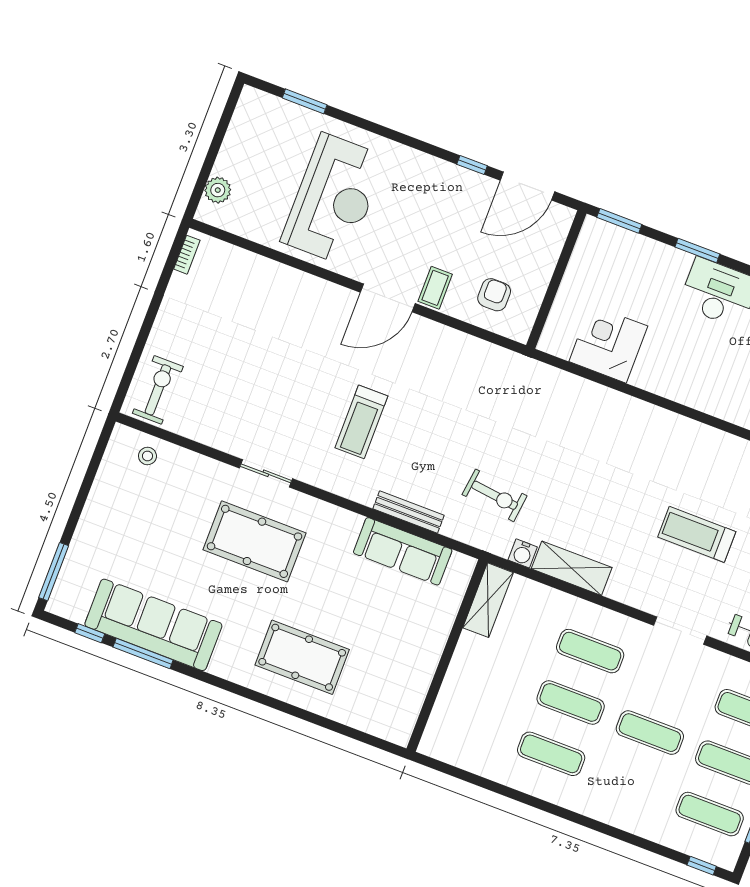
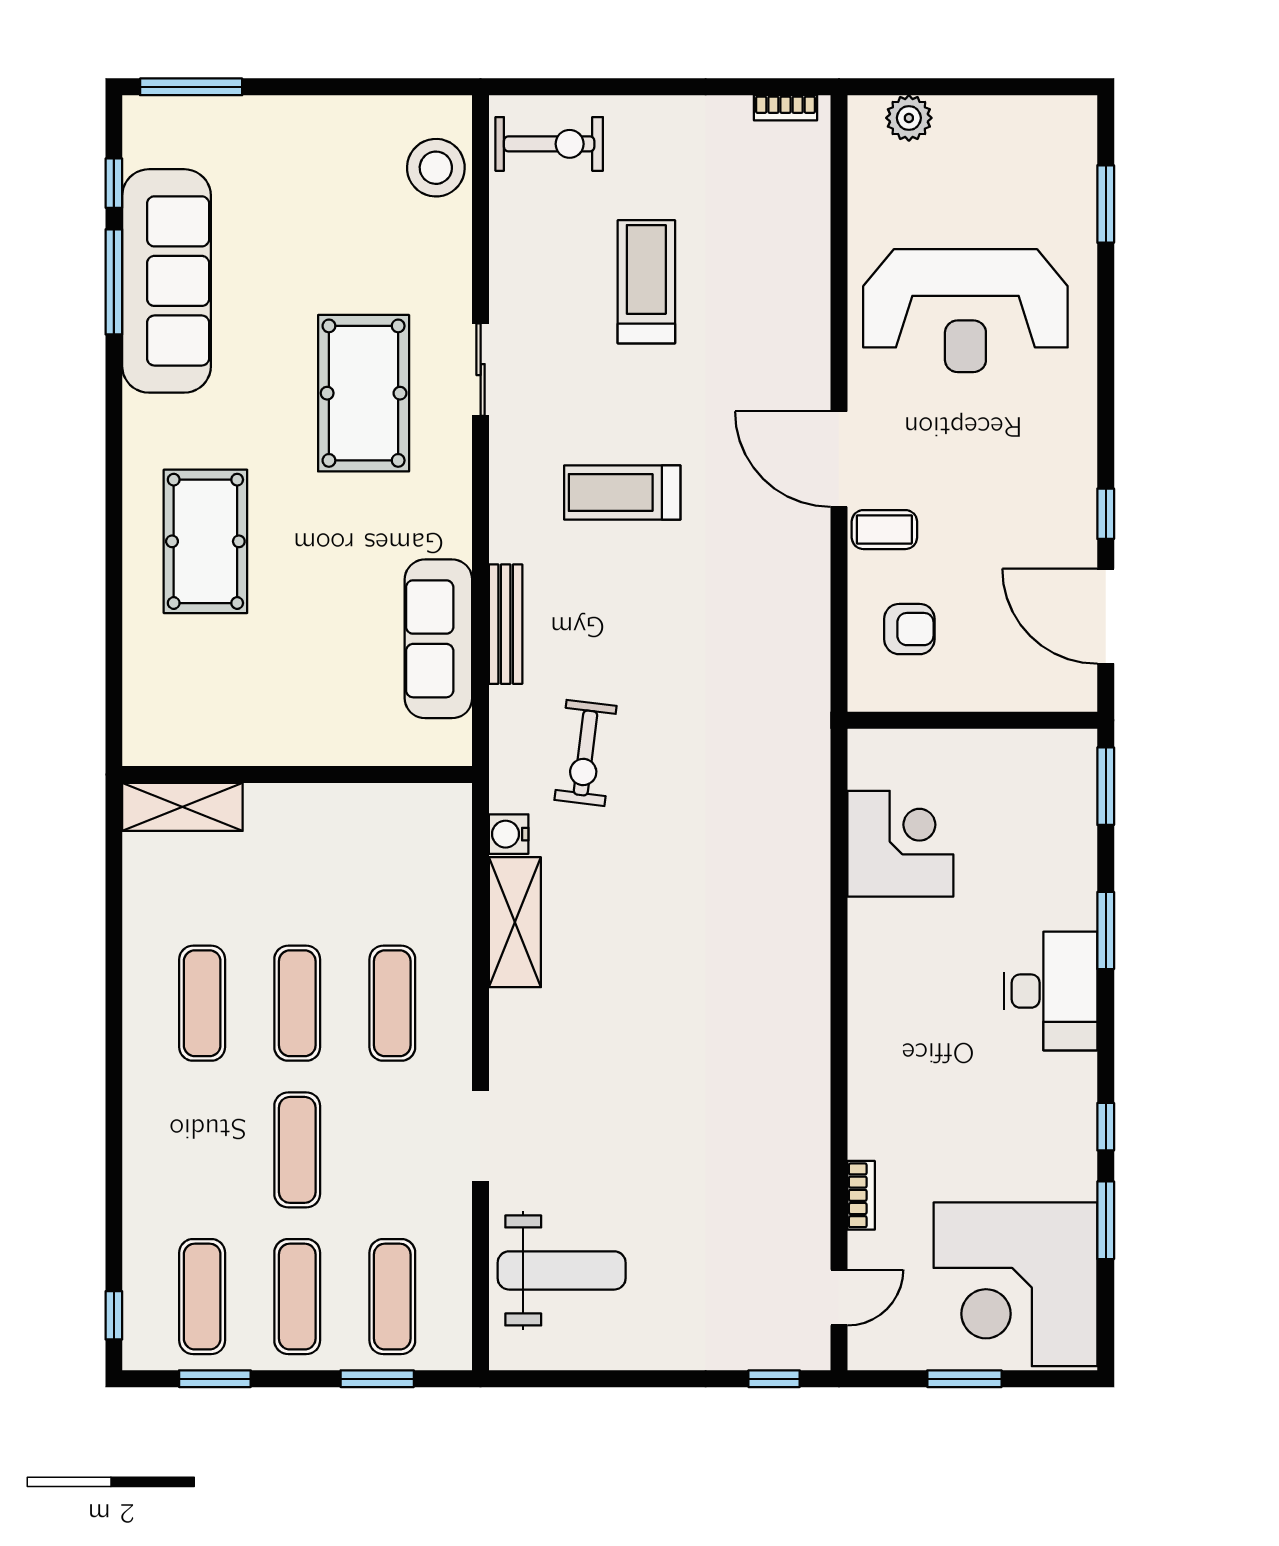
stool: (147, 456) -> (436, 168), width x1.89, depth x1.89
treadmill: (697, 534) -> (646, 282), moved
shelving: (488, 600) -> (182, 807), moved

